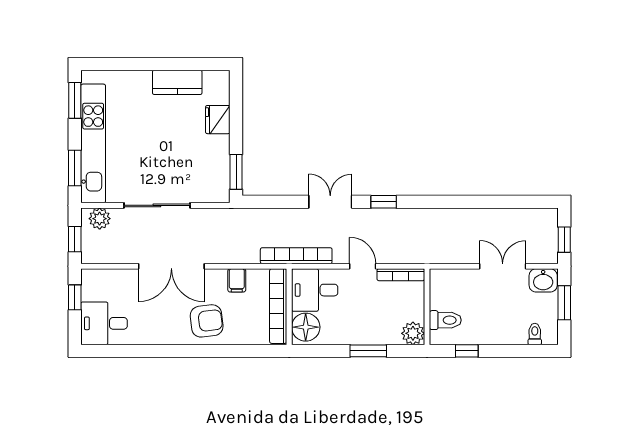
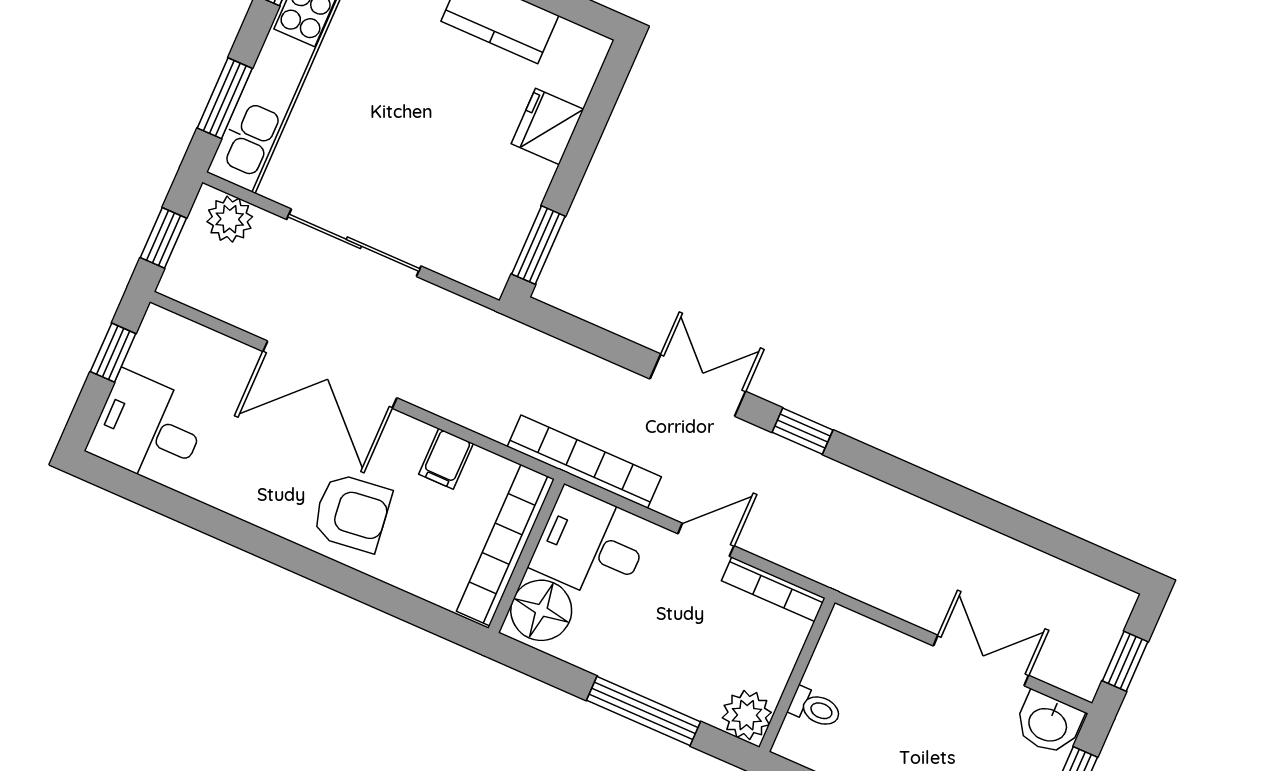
door: (363, 266) -> (706, 540), hinge flipped
toilet: (445, 320) -> (815, 708), width x0.73, depth x0.72
window: (368, 351) -> (644, 711), width x1.44

